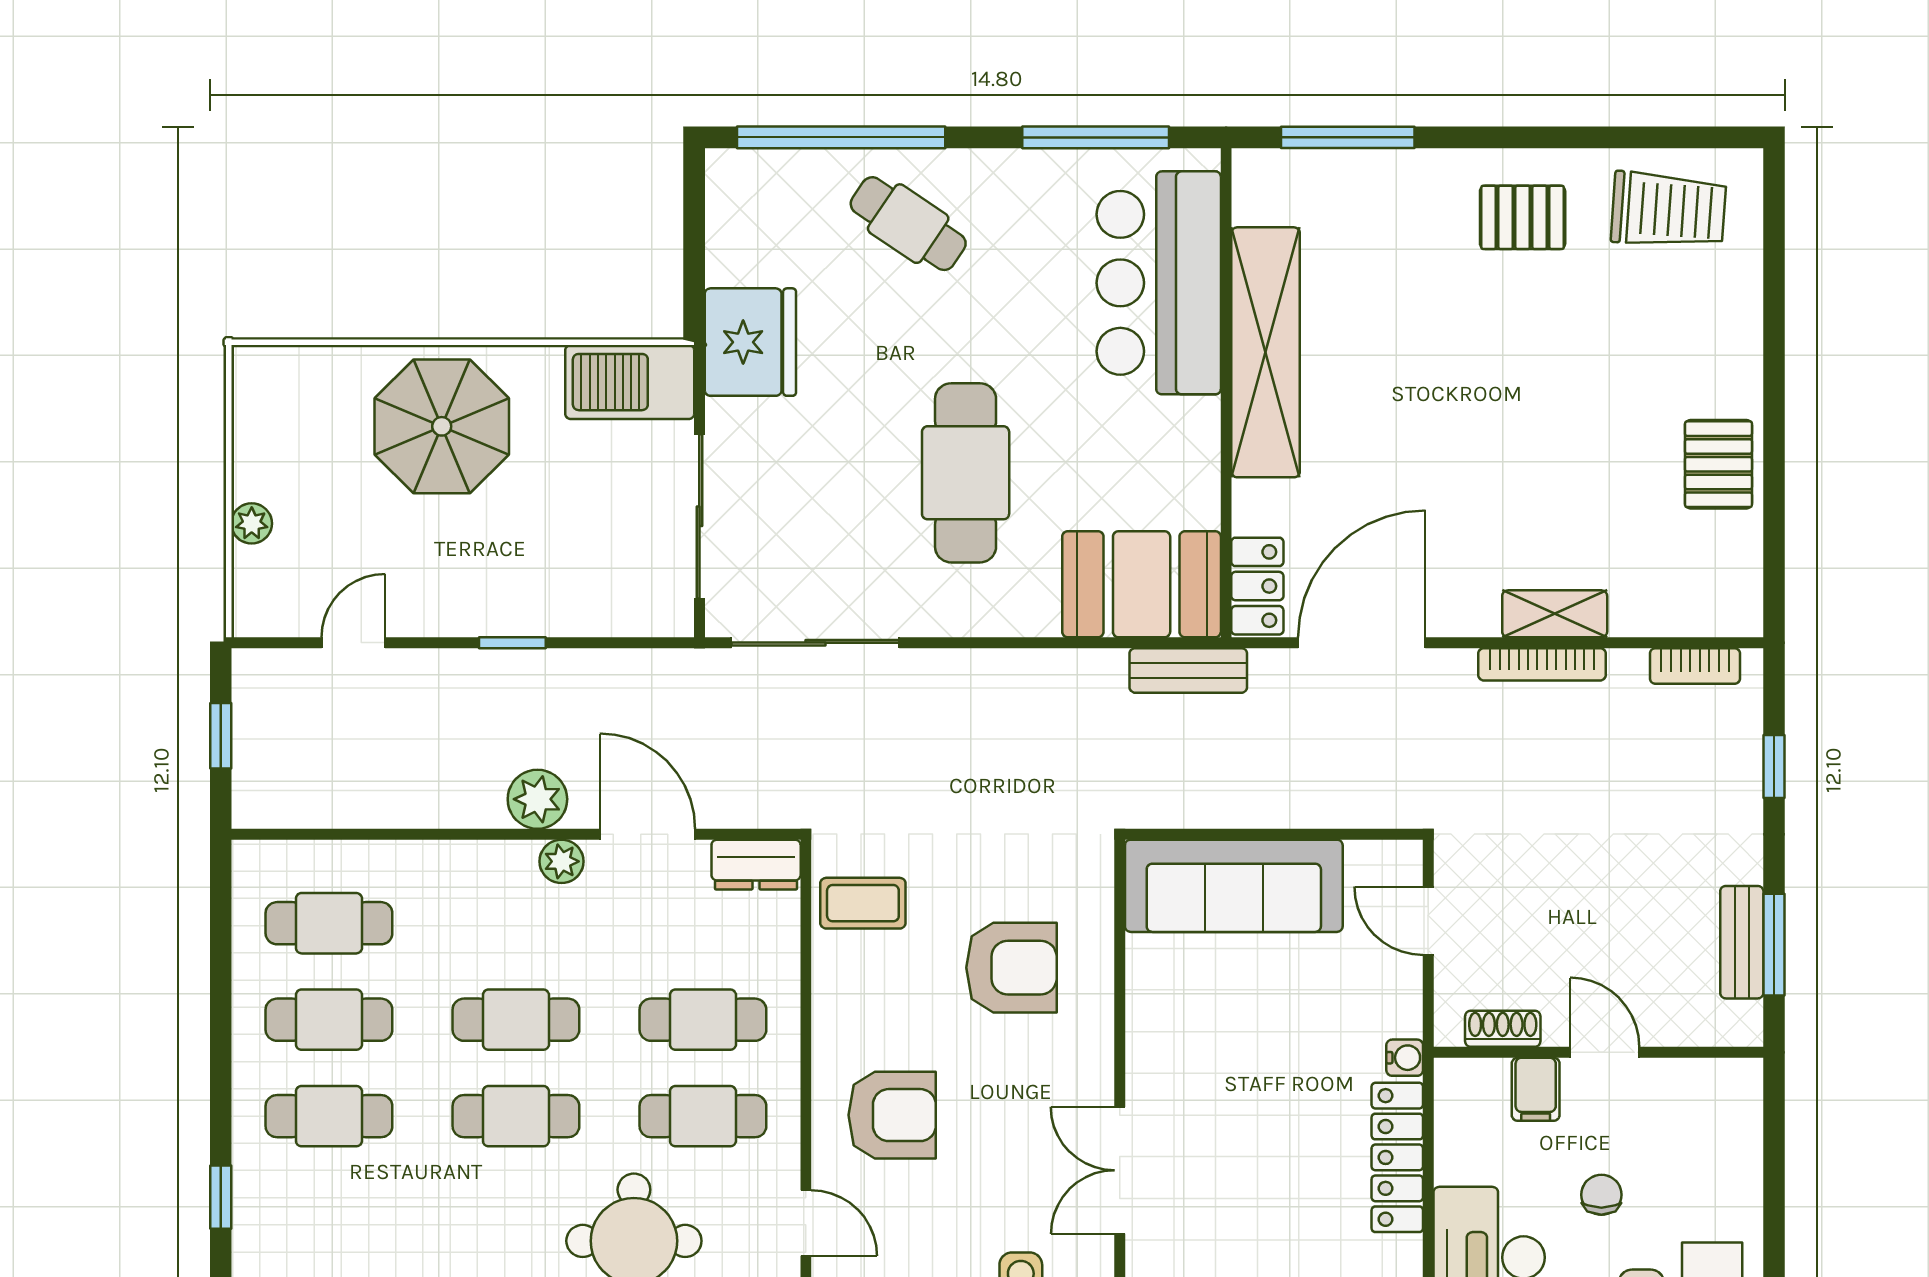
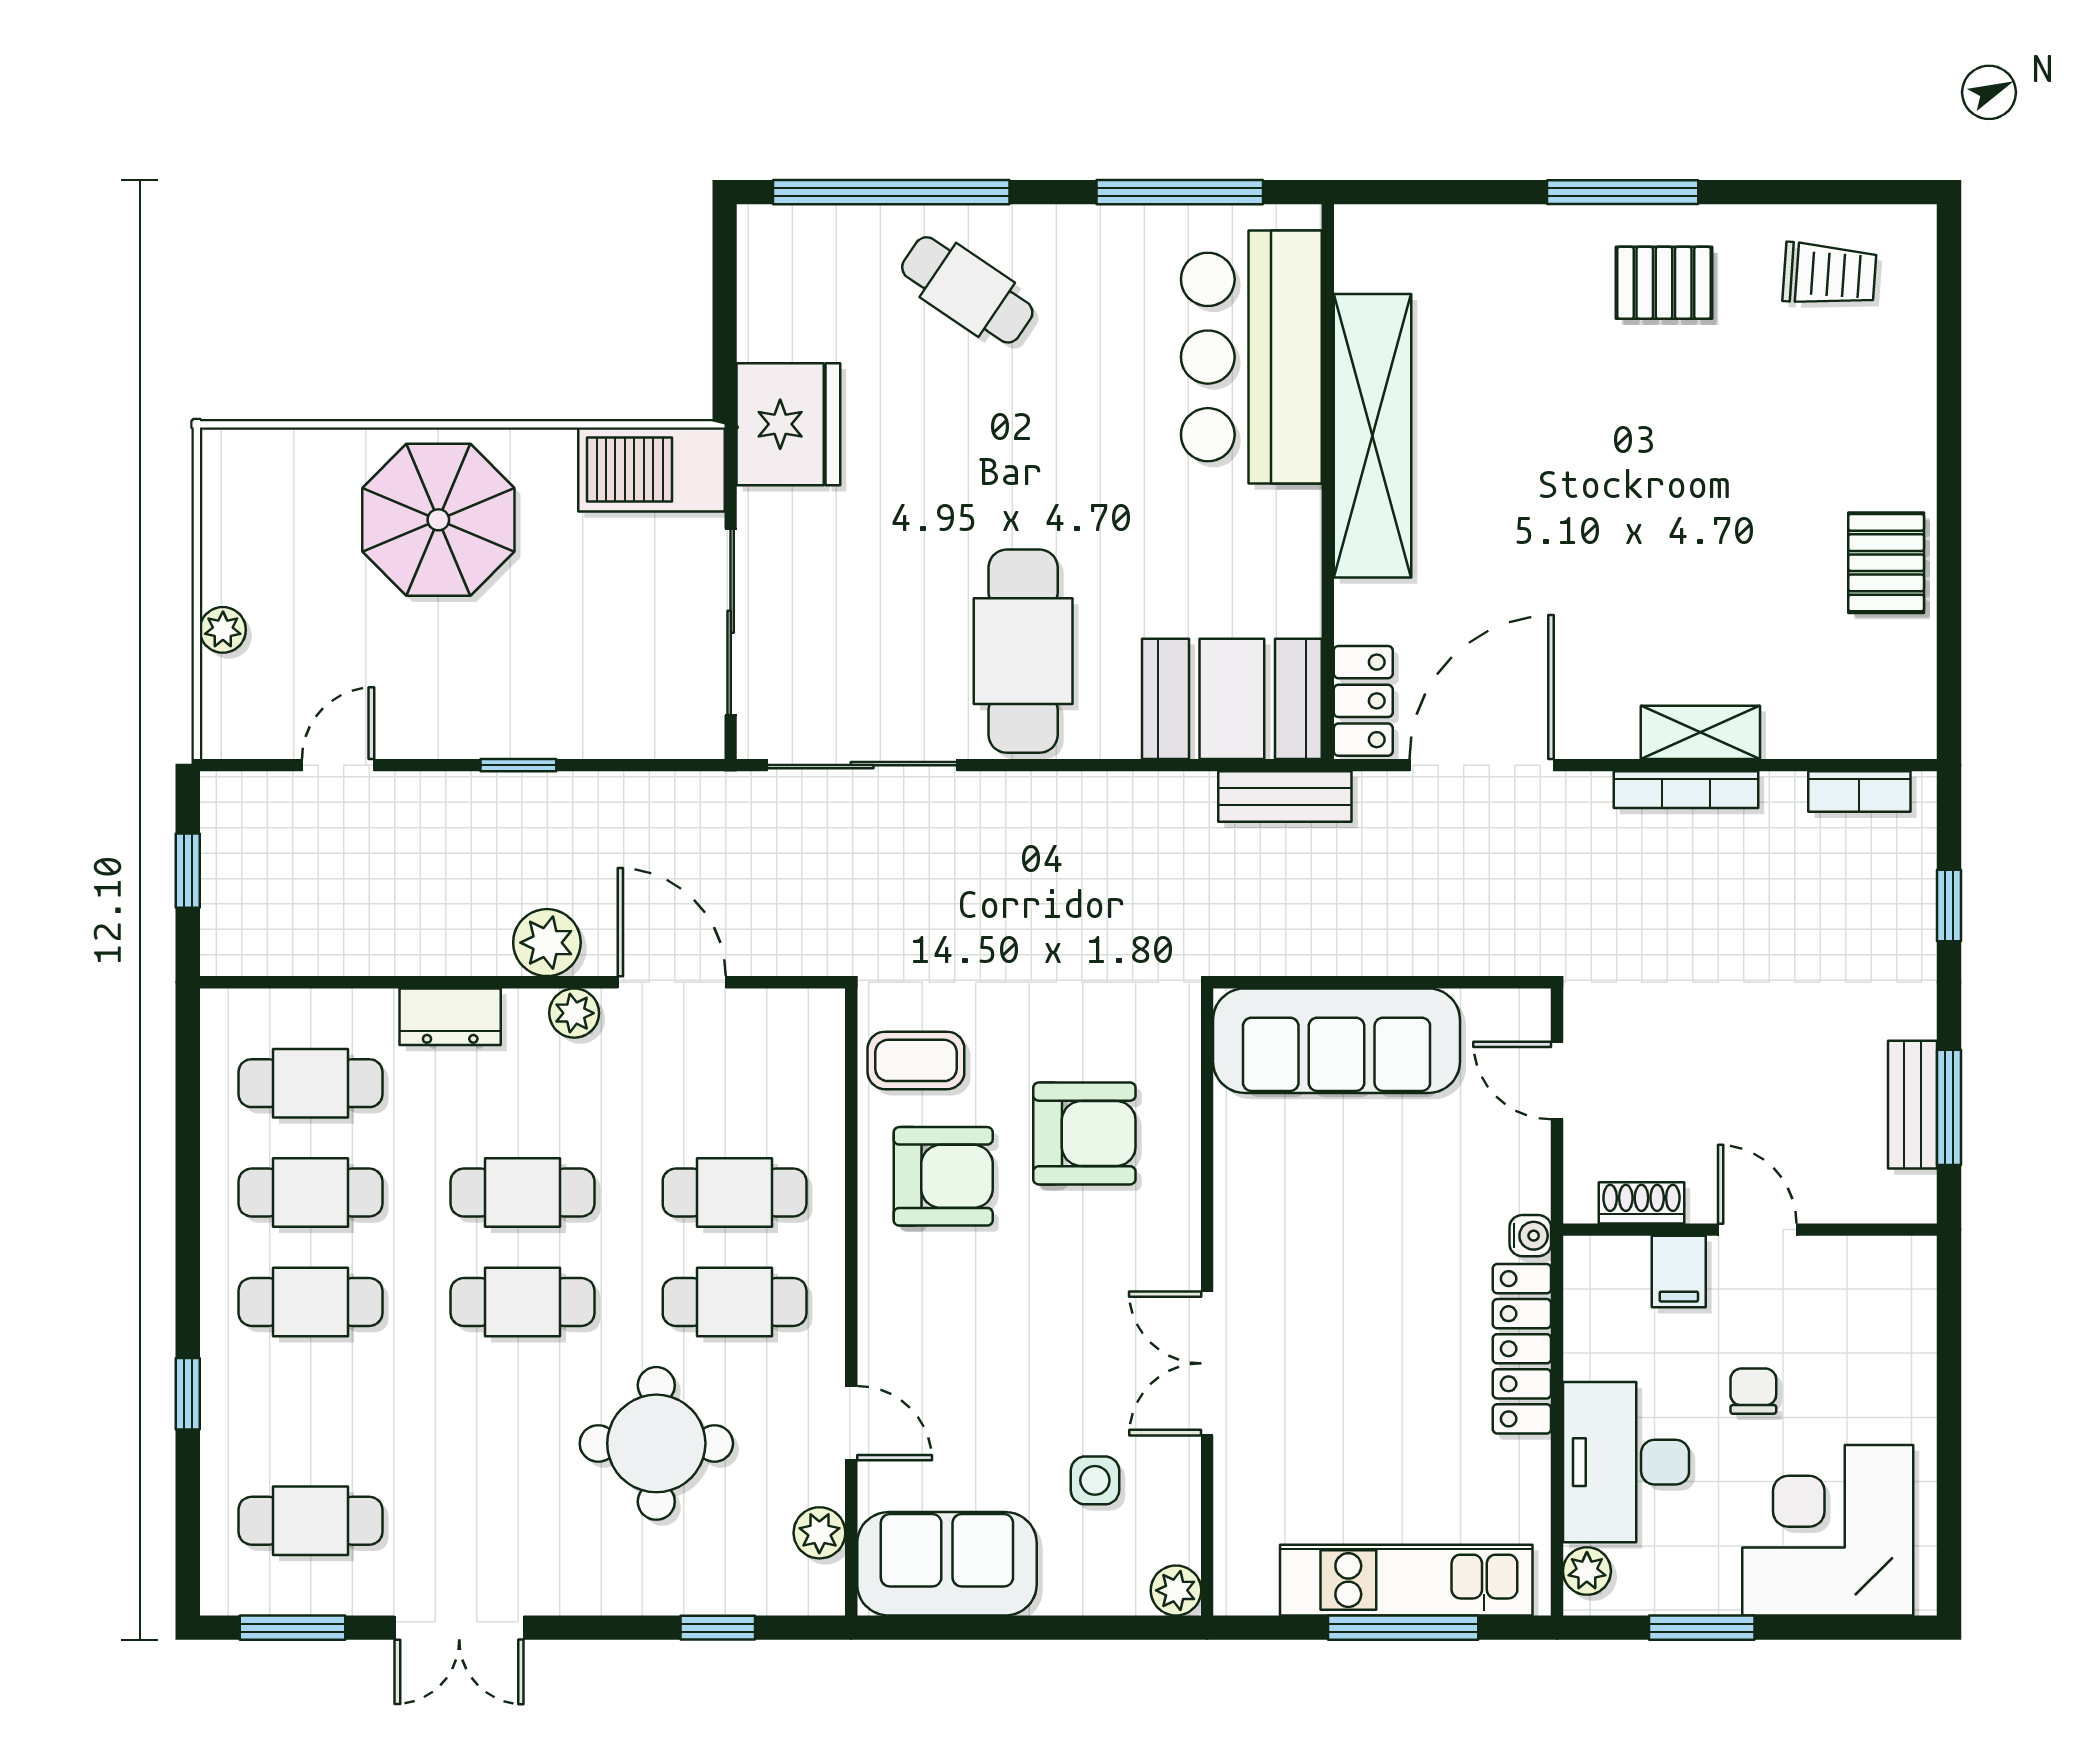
window: (1348, 137) -> (1623, 192), moved
trolley: (1669, 210) -> (1829, 274), width x0.73, depth x0.72
cafe table: (966, 473) -> (1023, 651), moved
dresser: (756, 865) -> (450, 1017), moved
armchair: (892, 1115) -> (943, 1176), moved

